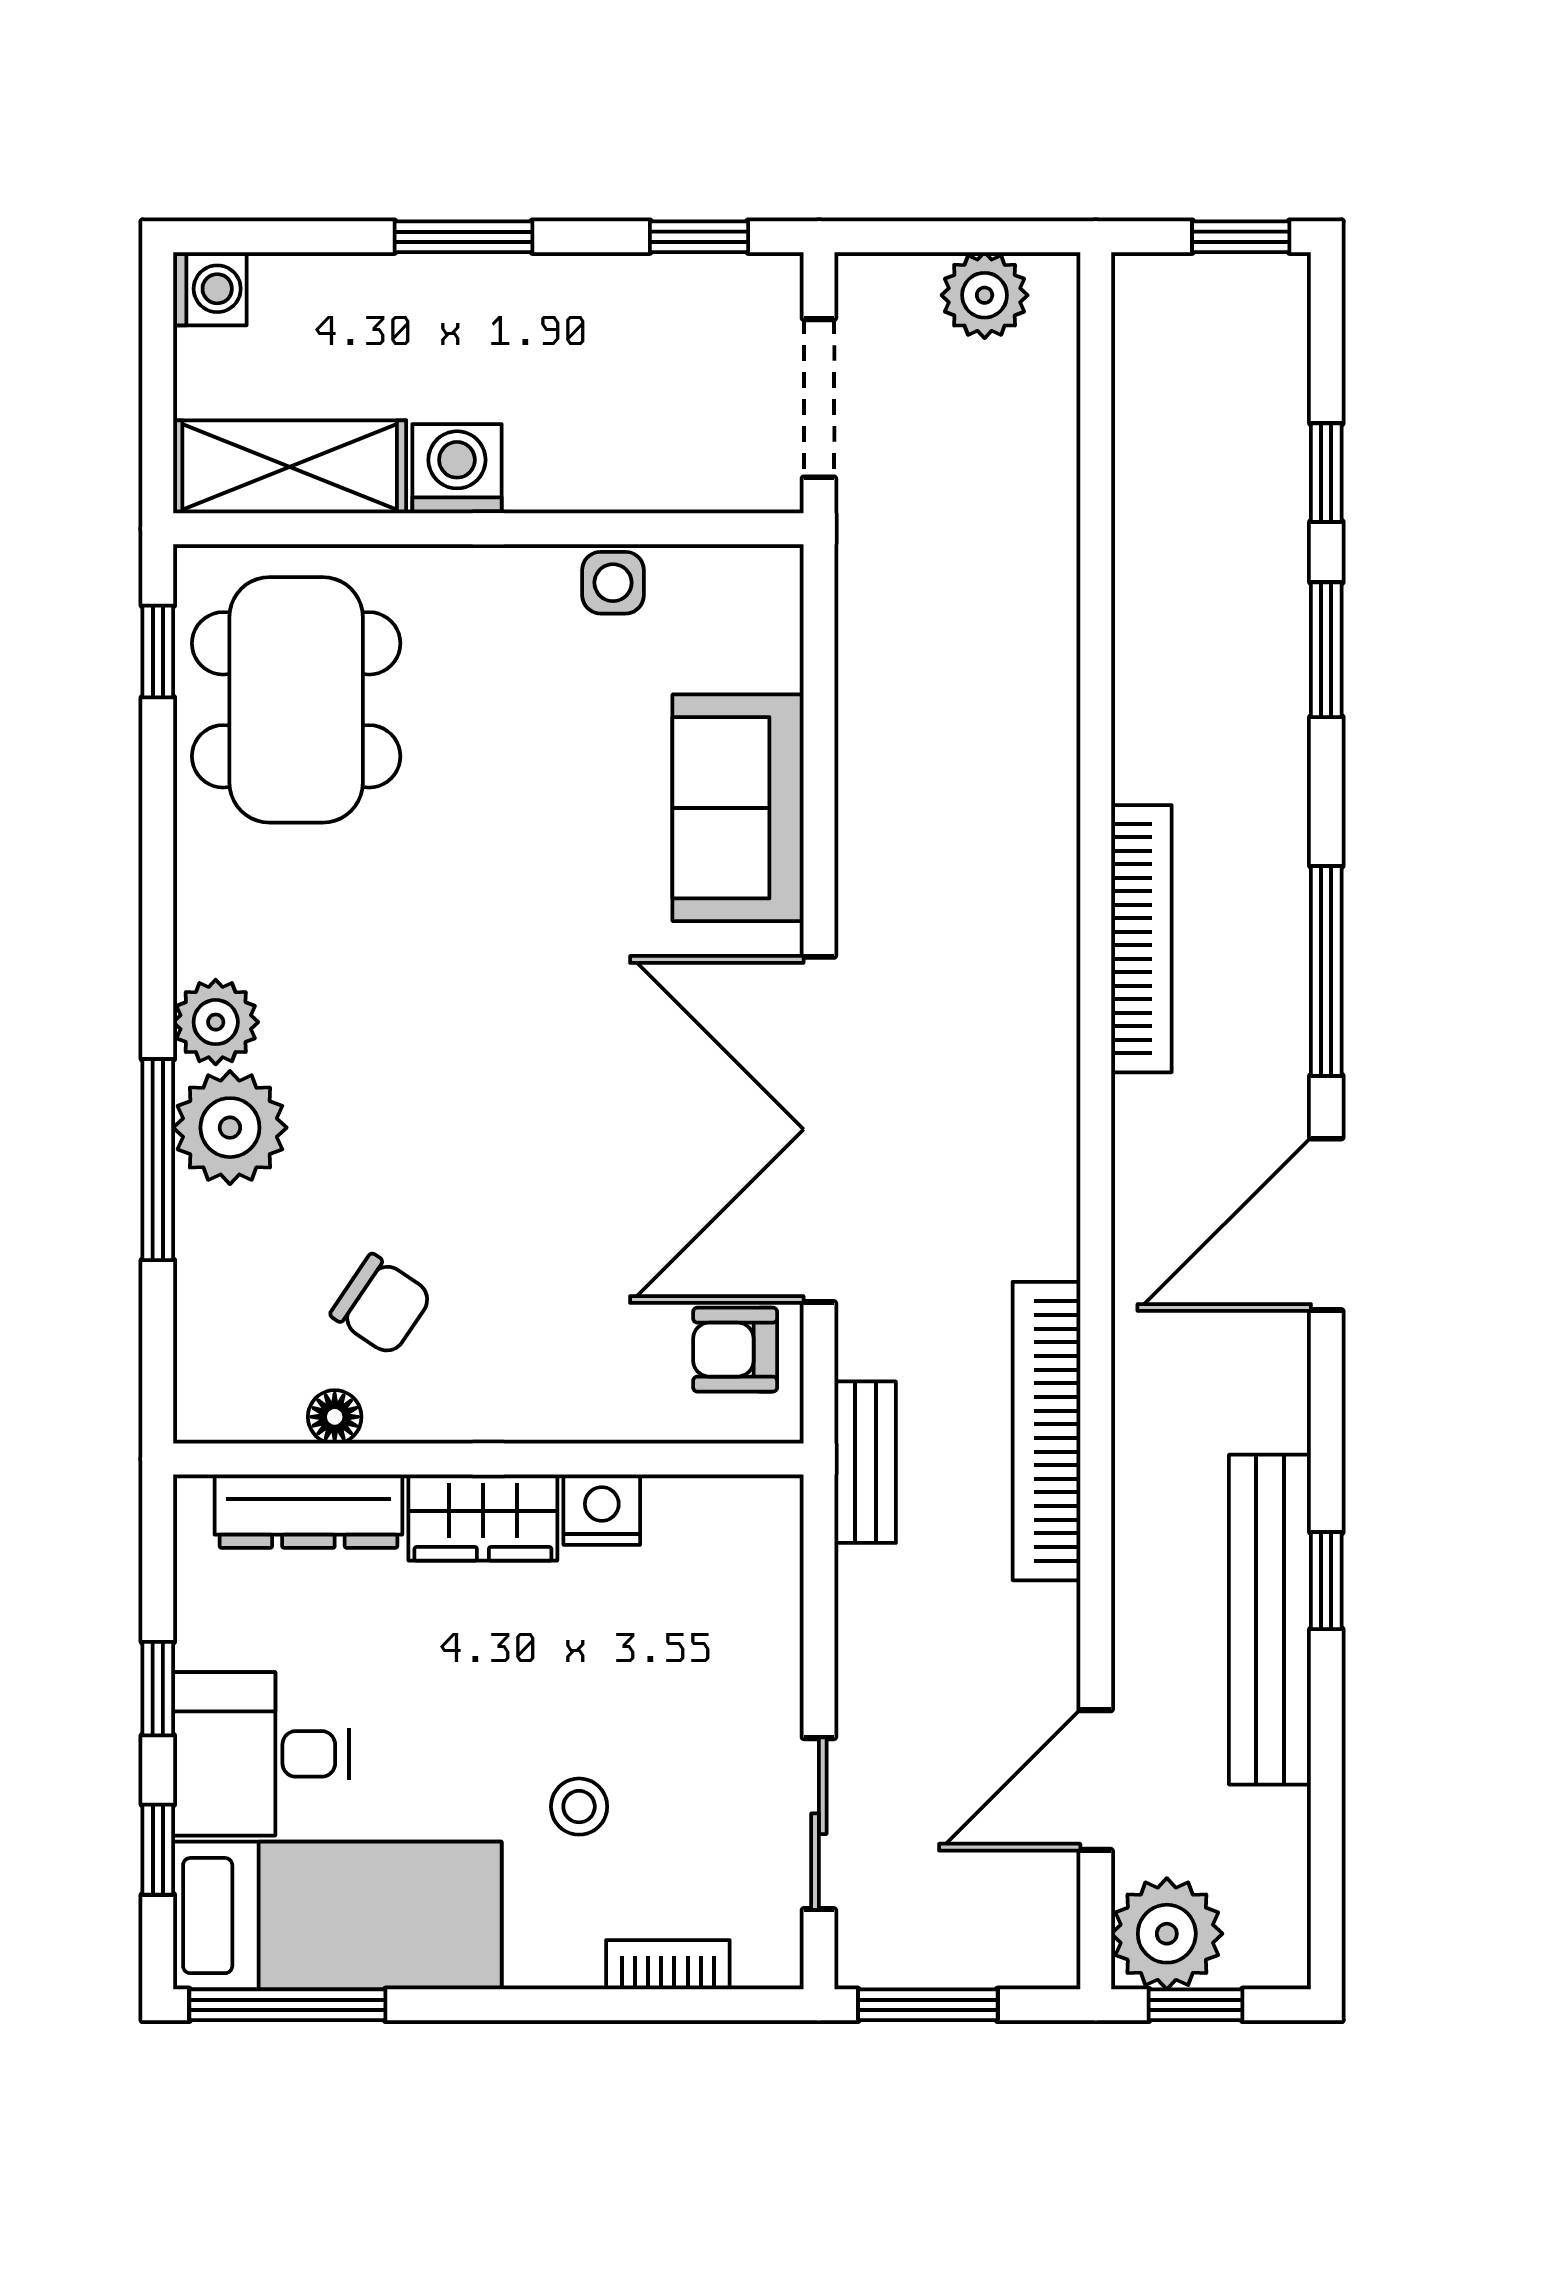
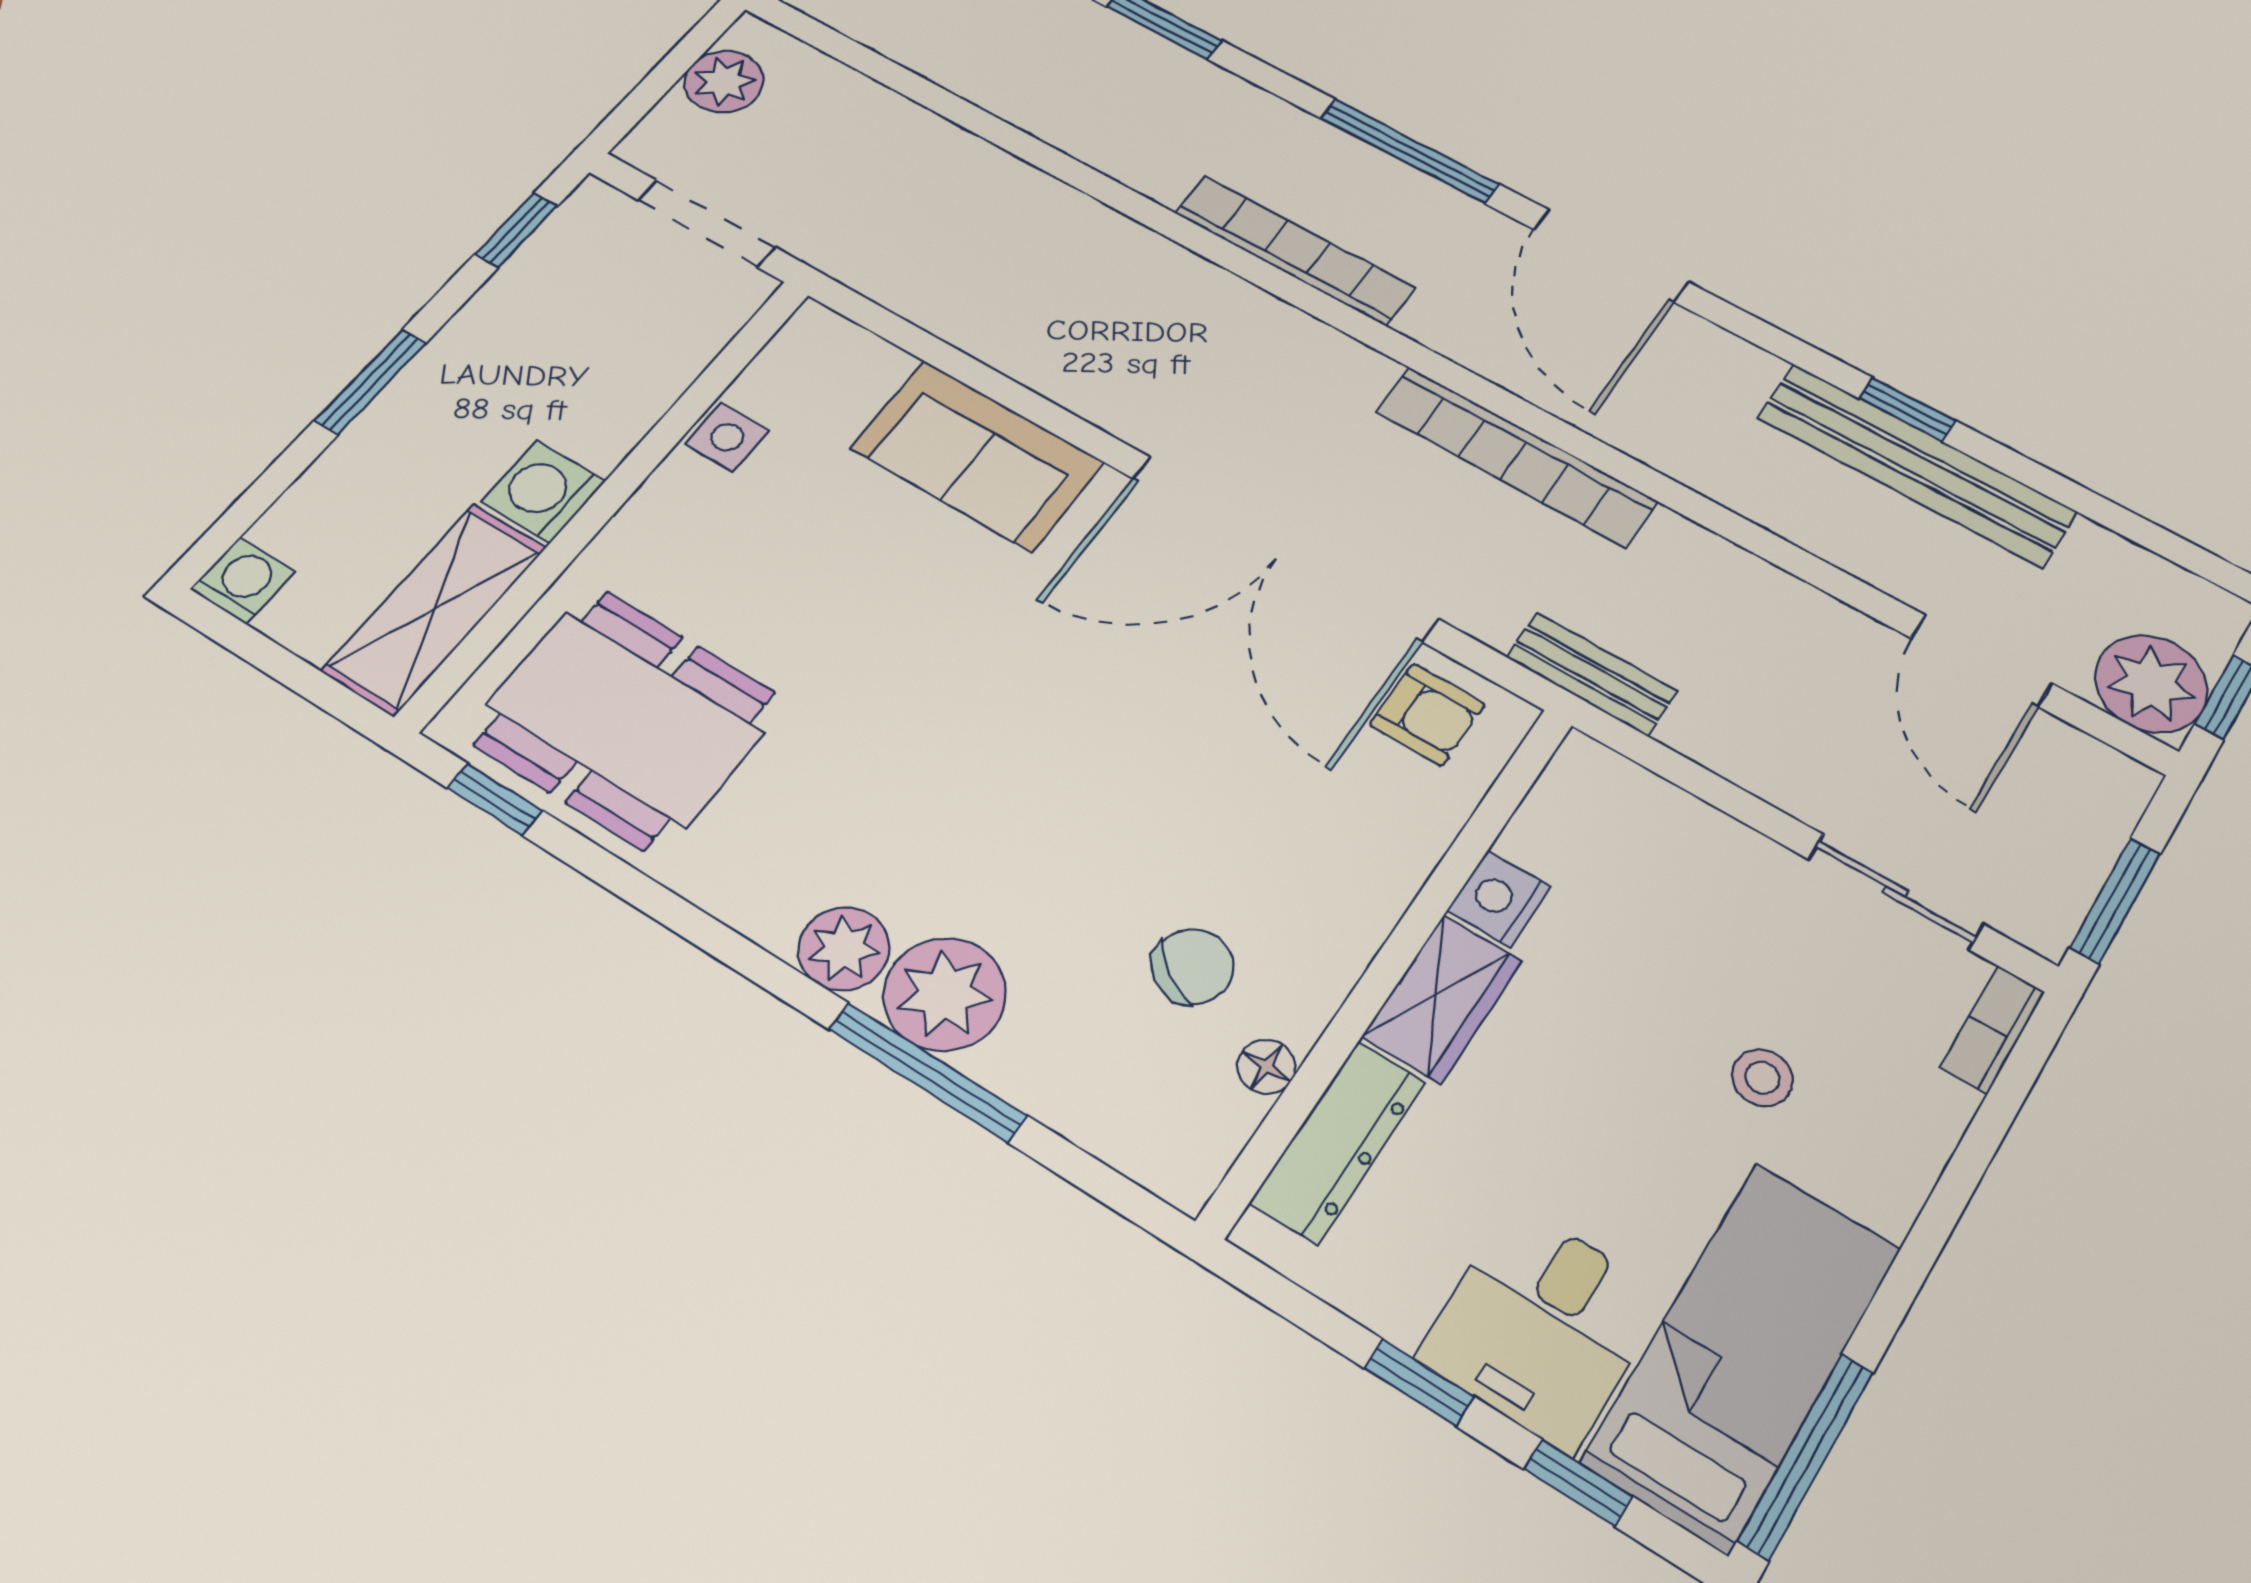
armchair: (735, 1350) -> (1427, 714), turned -90
bookcase: (1046, 1431) -> (1516, 456), moved
bookcase: (668, 1965) -> (1993, 1029), moved

